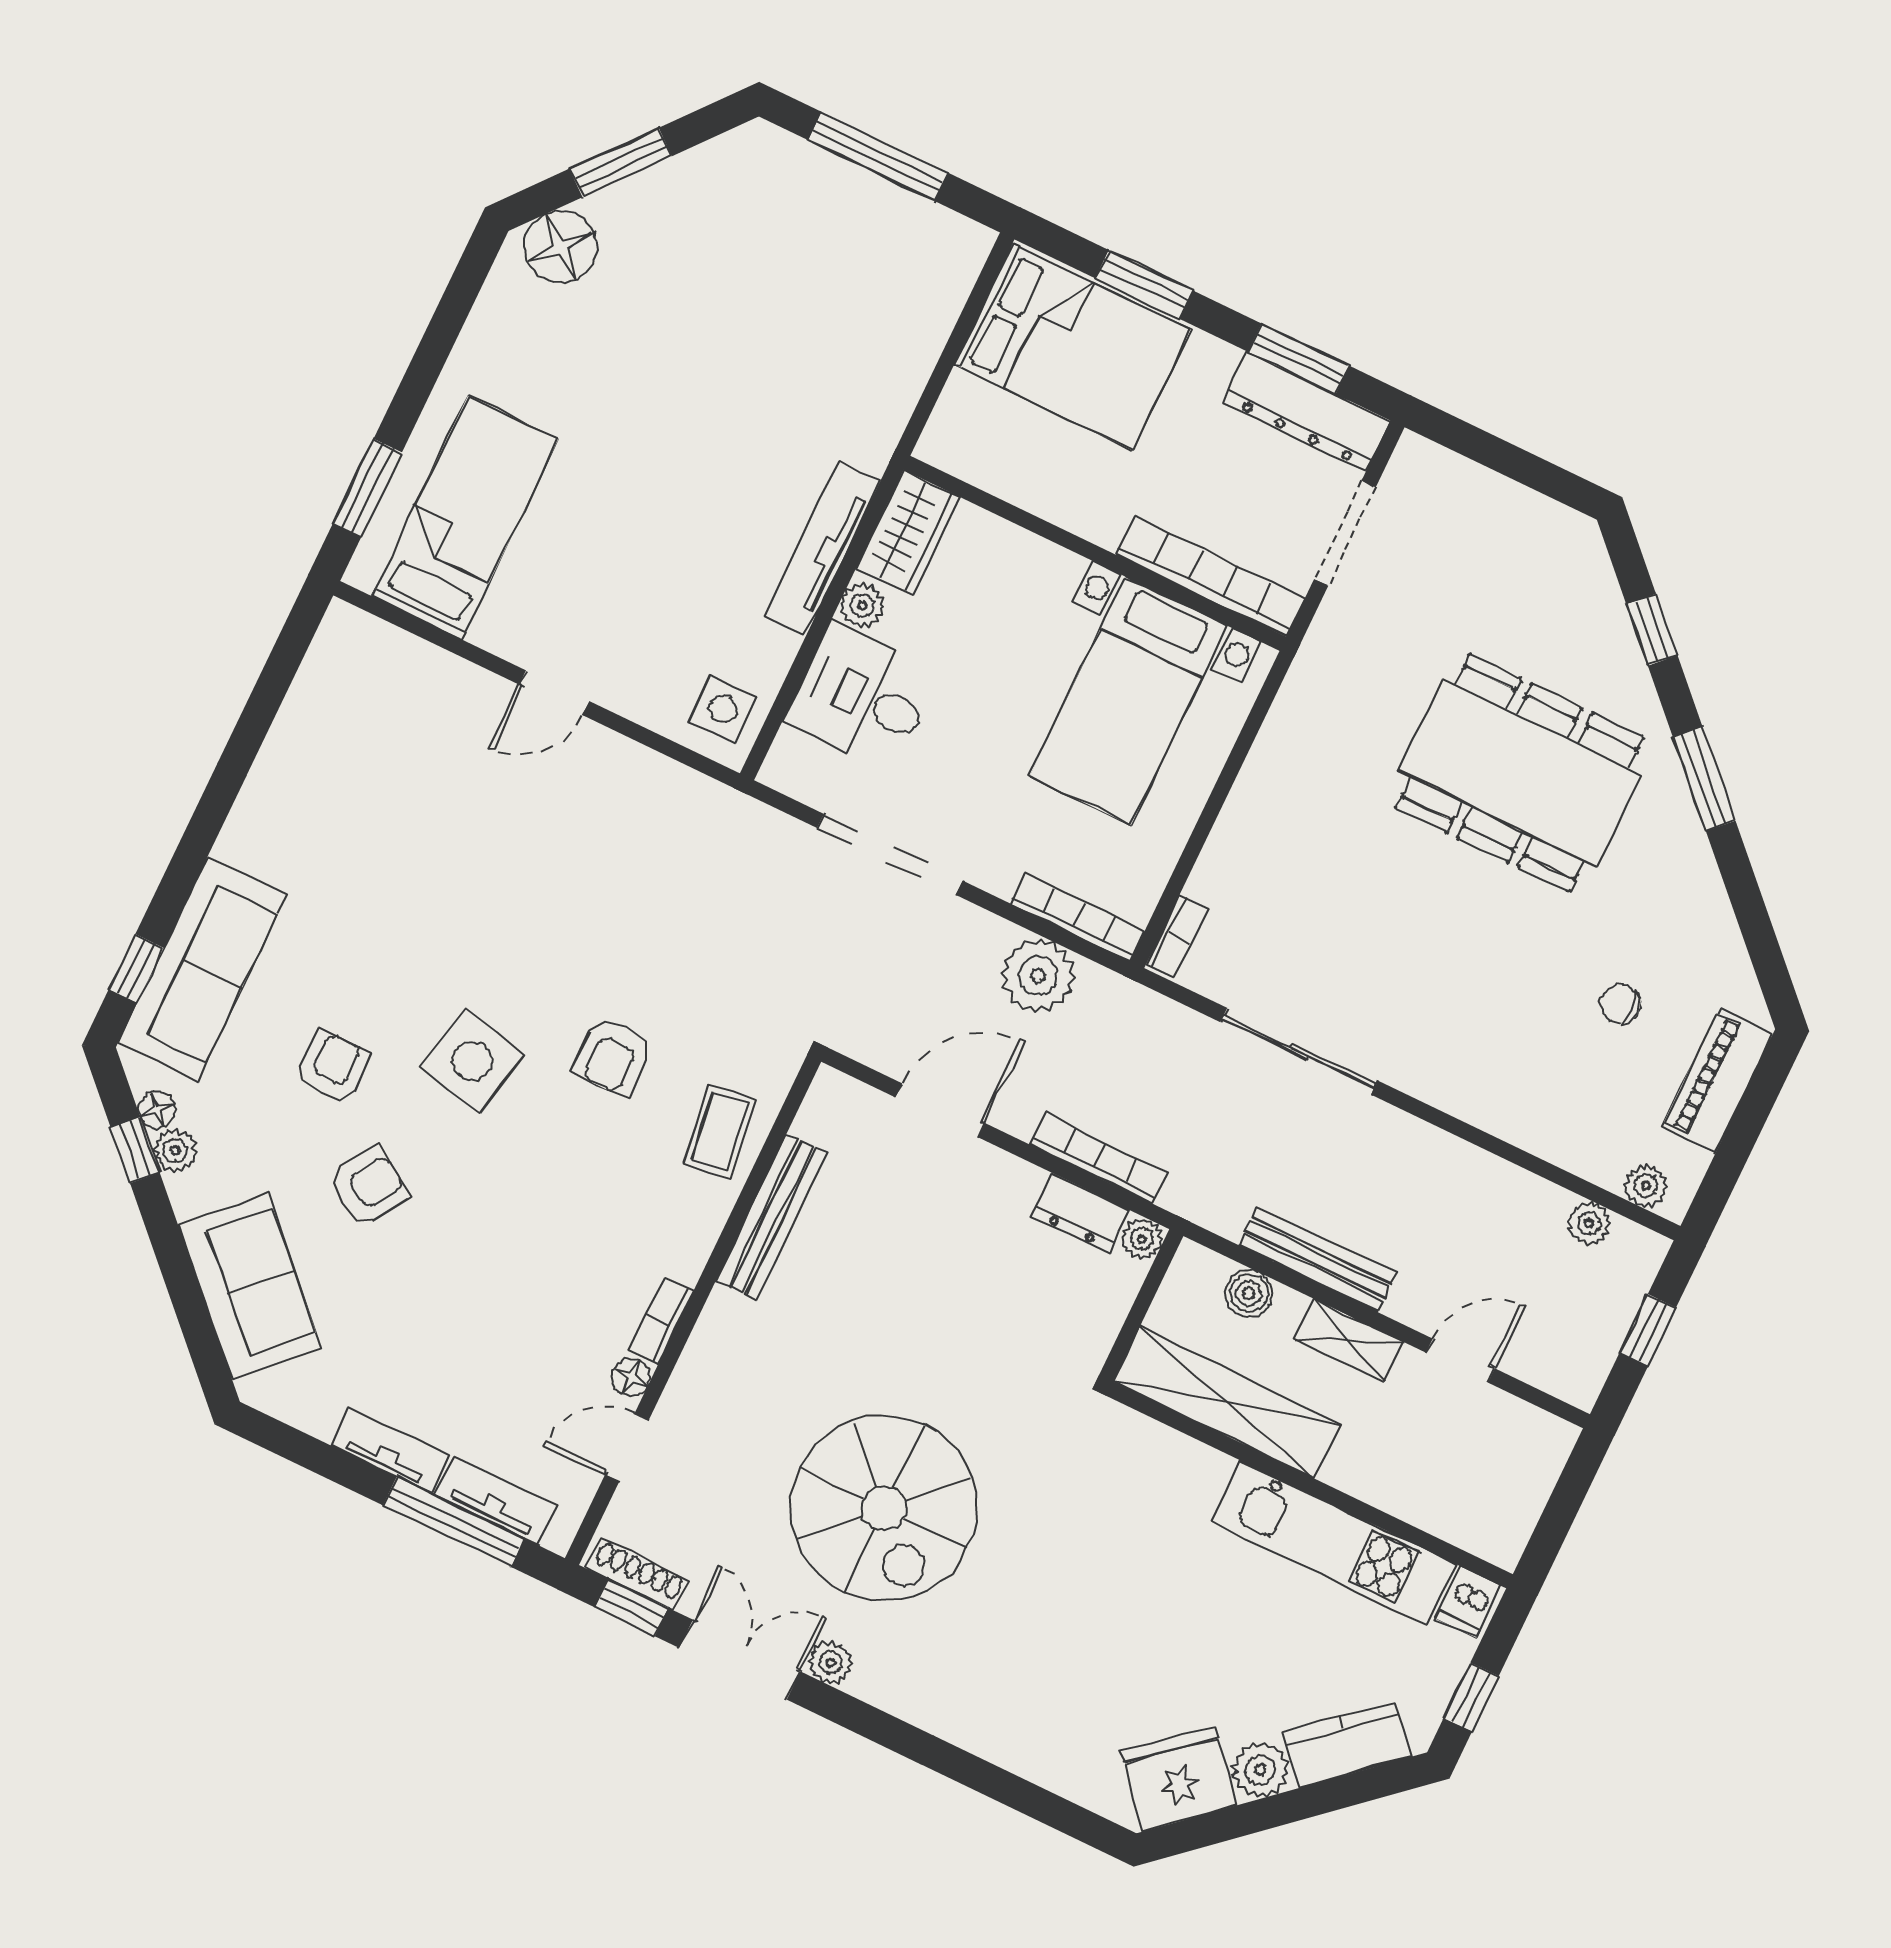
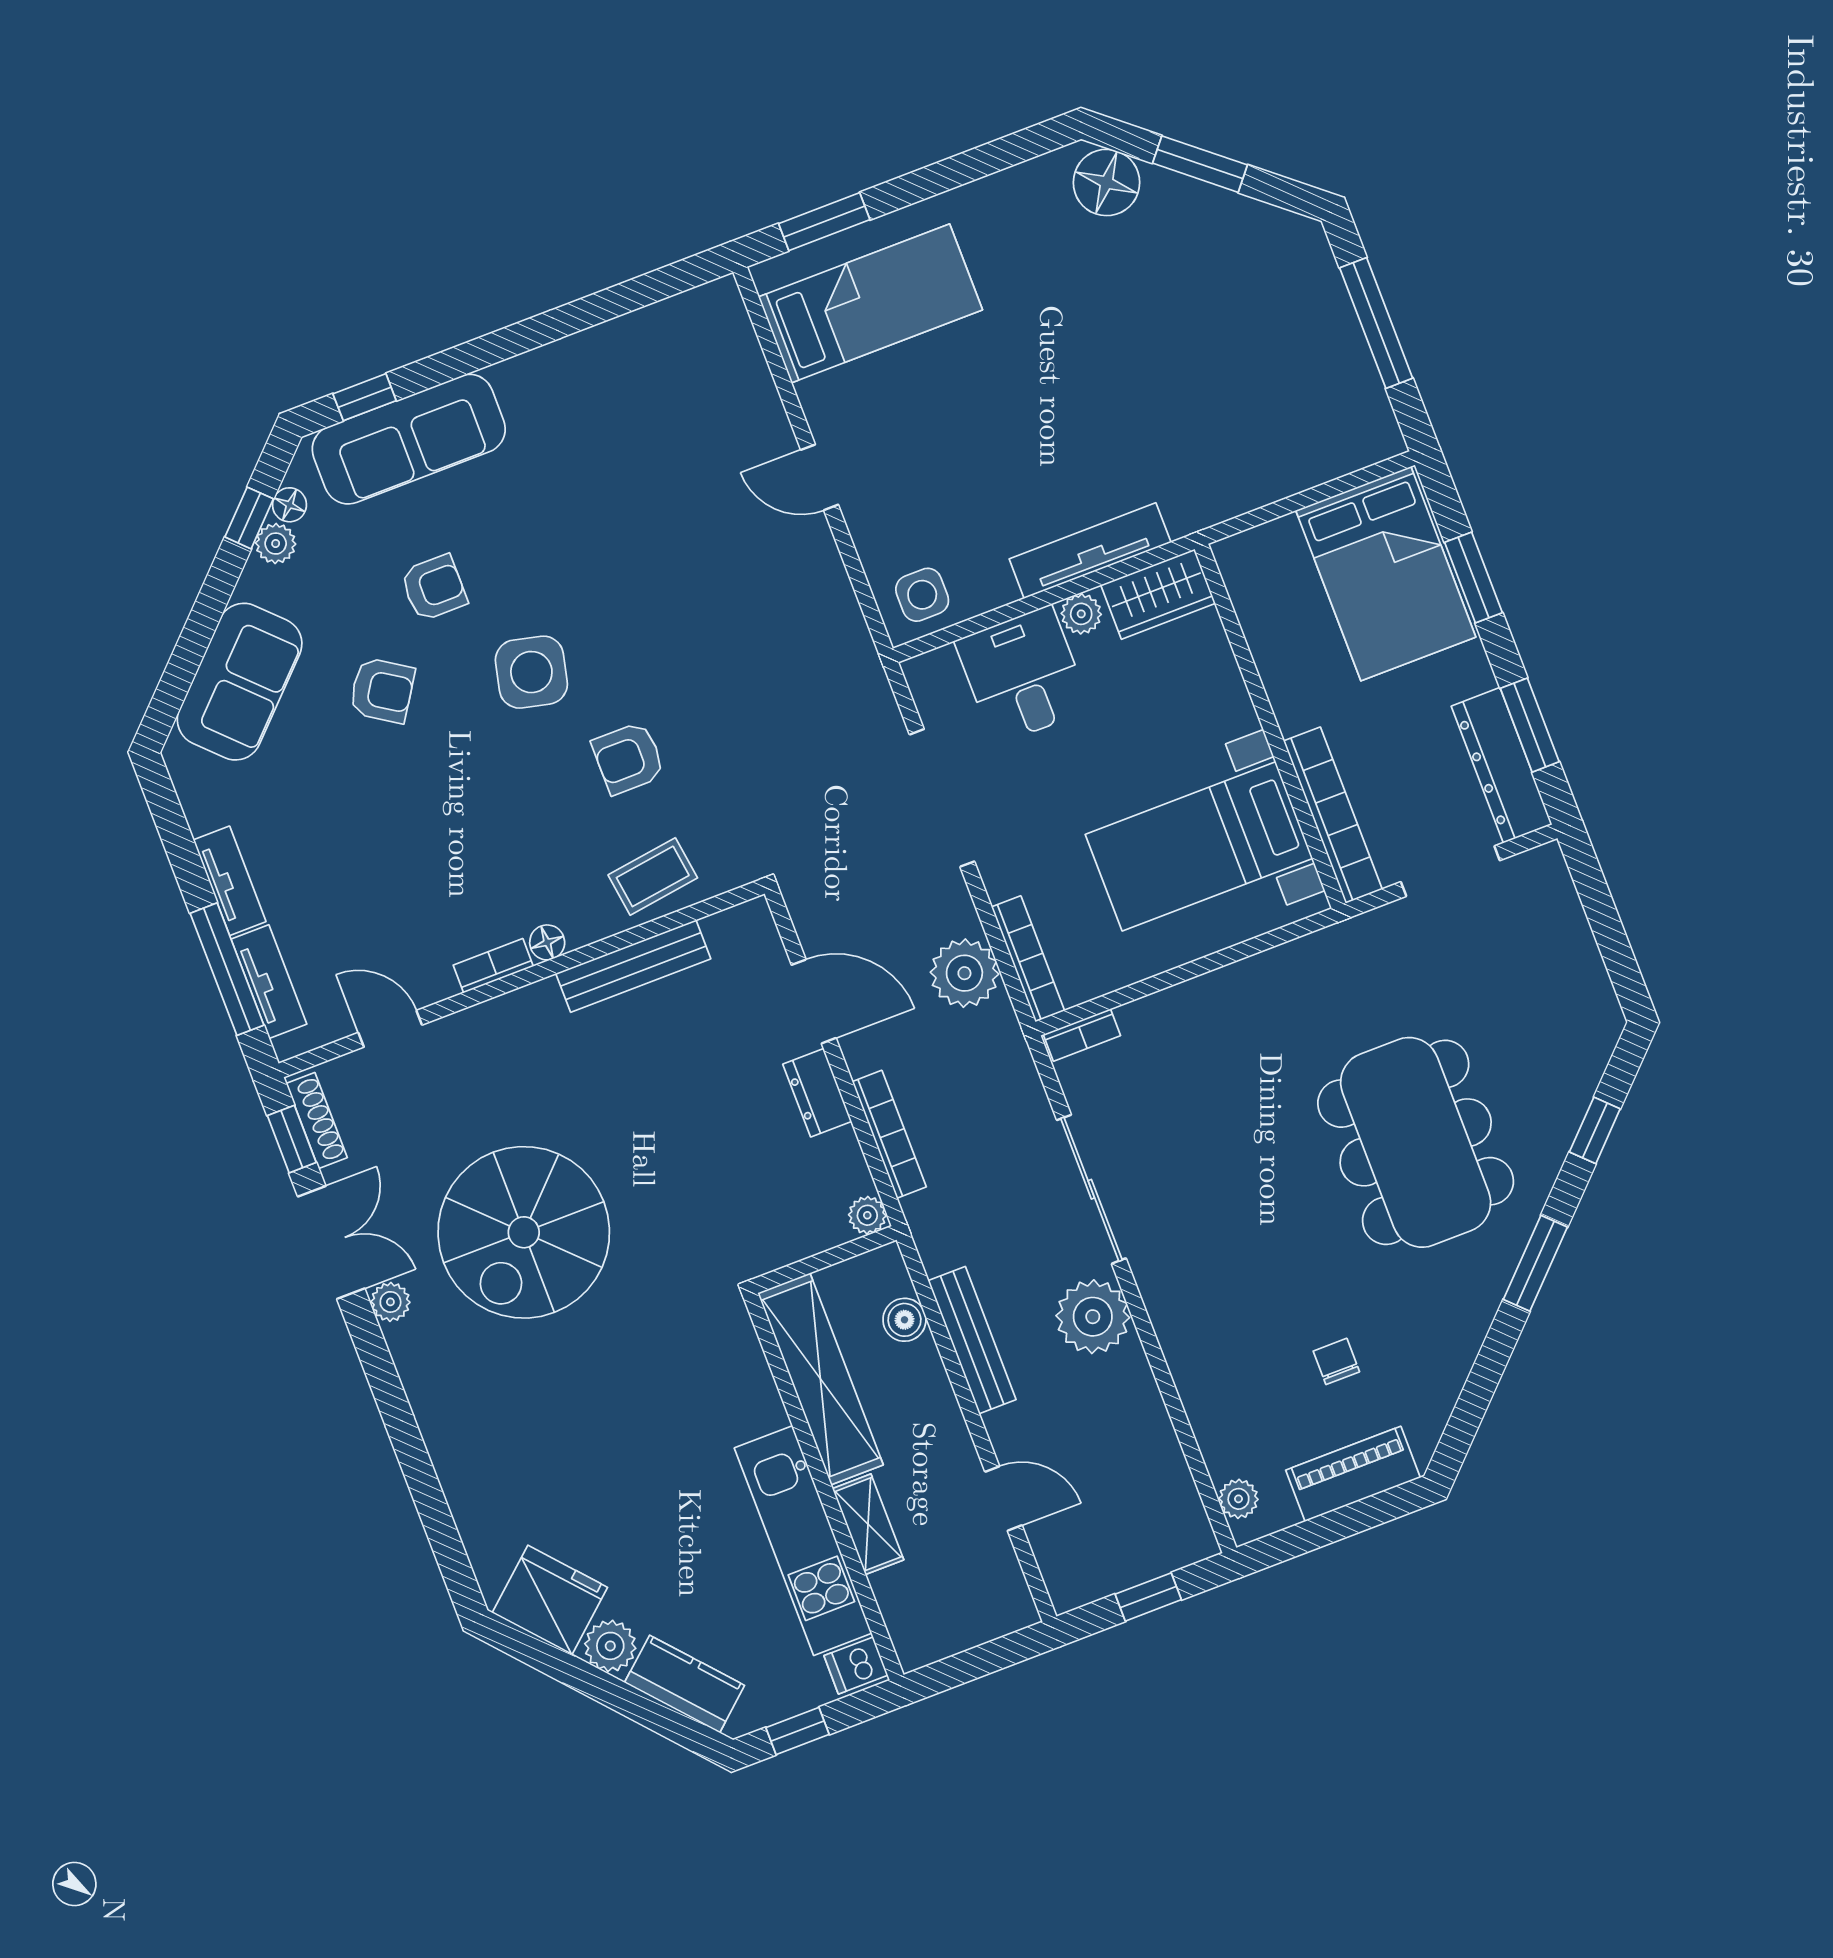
dresser: (1080, 1213) -> (817, 1093), moved
plant: (1589, 1223) -> (1093, 1317), moved, width x1.87, depth x1.87
shelving: (1349, 1341) -> (868, 1524), moved
floor lamp: (631, 1377) -> (547, 942), moved

